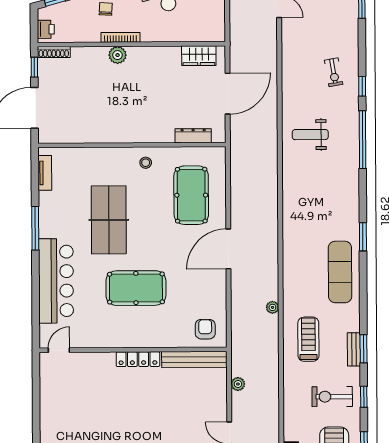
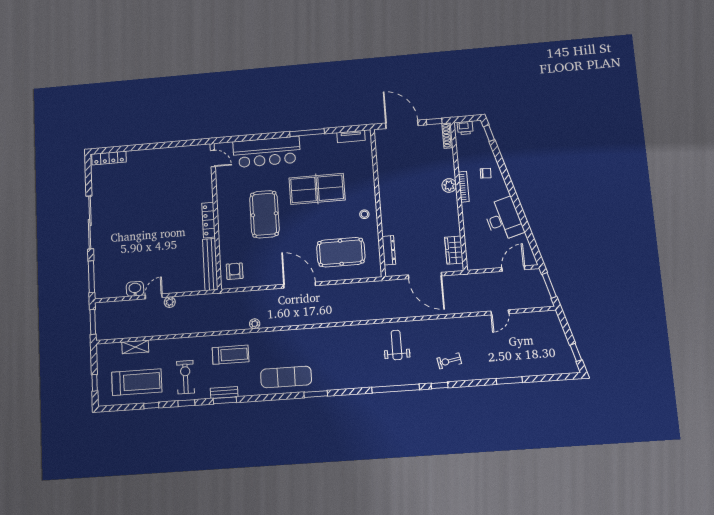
armchair: (205, 329) -> (235, 271), turned -90
plant: (238, 384) -> (170, 302), moved

